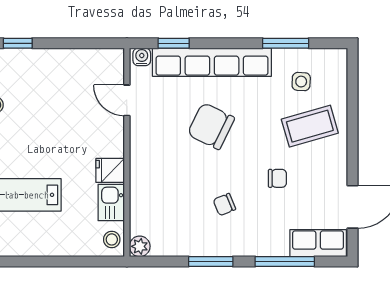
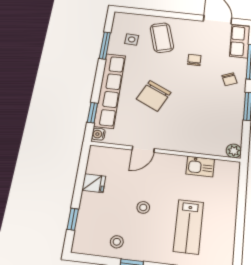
door: (127, 100) -> (143, 149), moved
fridge: (110, 170) -> (94, 183), moved, turned -90
chair: (224, 205) -> (229, 79), moved
stool: (112, 239) -> (143, 207), moved

